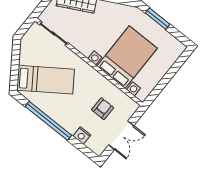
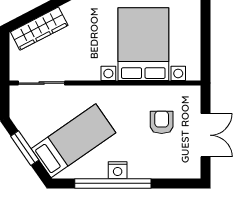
window: (15, 62) -> (25, 148), added
nightstand: (82, 135) -> (118, 170), moved

